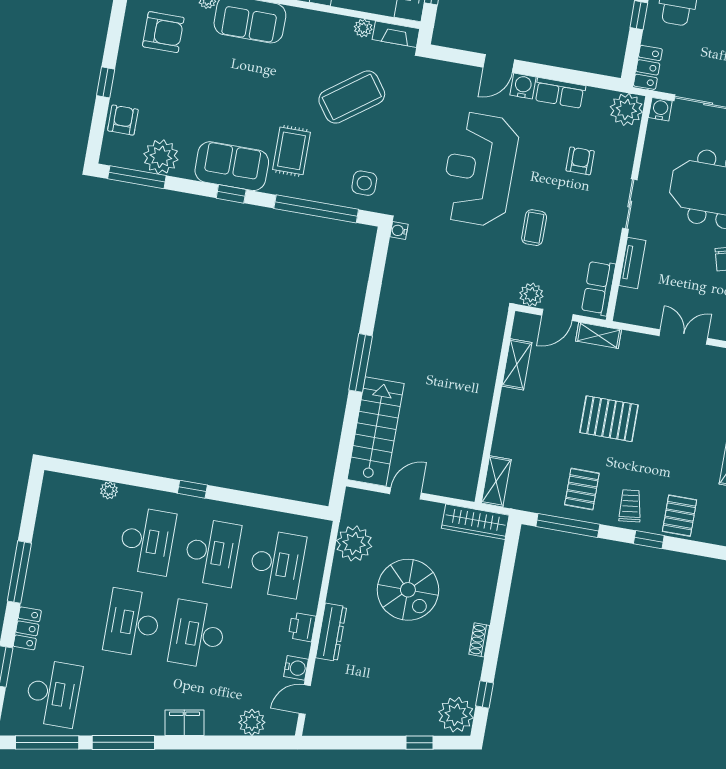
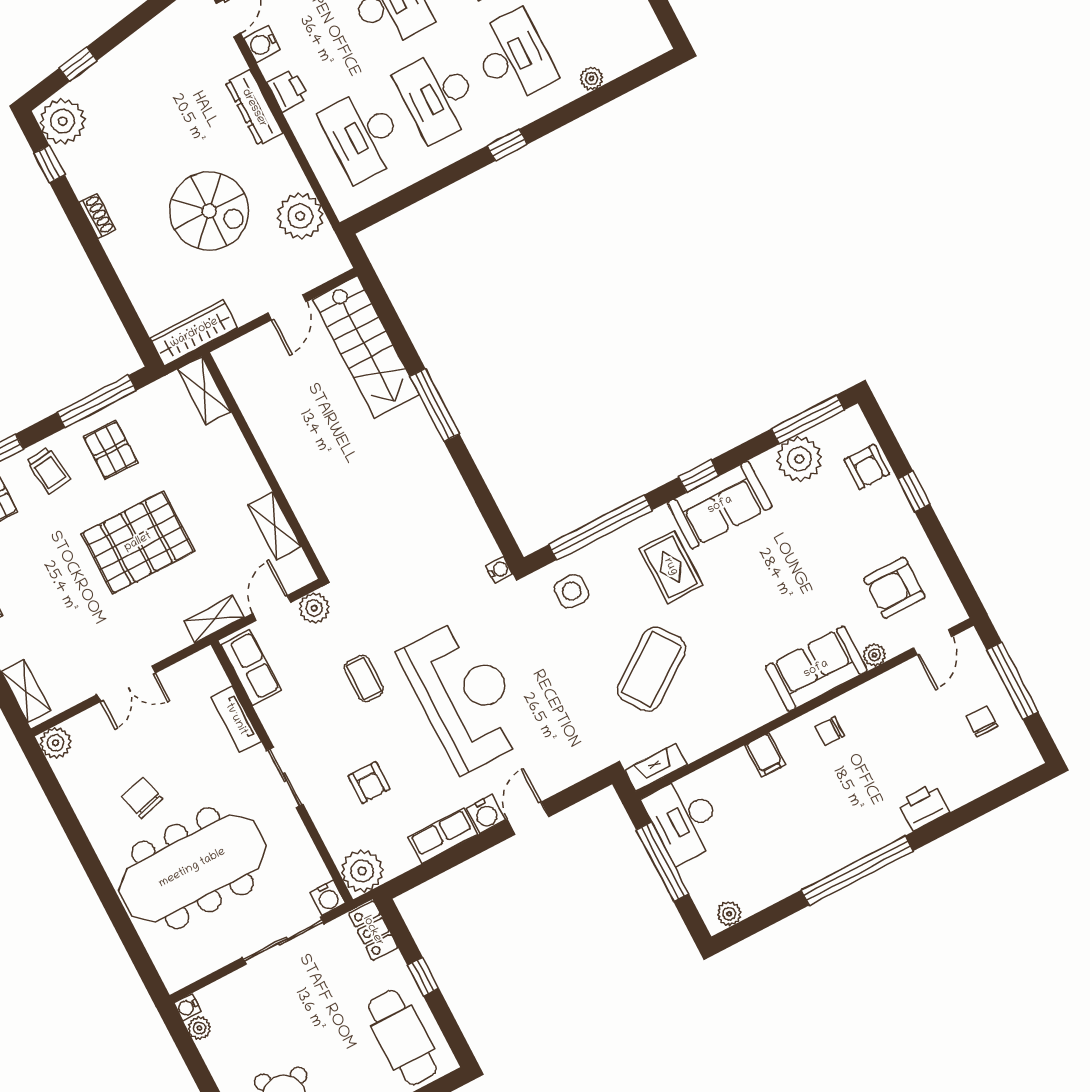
plant: (363, 28) -> (694, 748), removed
pallet: (609, 419) -> (138, 542), width x1.37, depth x1.41
desk: (147, 541) -> (513, 57), turned 180
spiral stairs: (408, 590) -> (209, 211), turned 180

